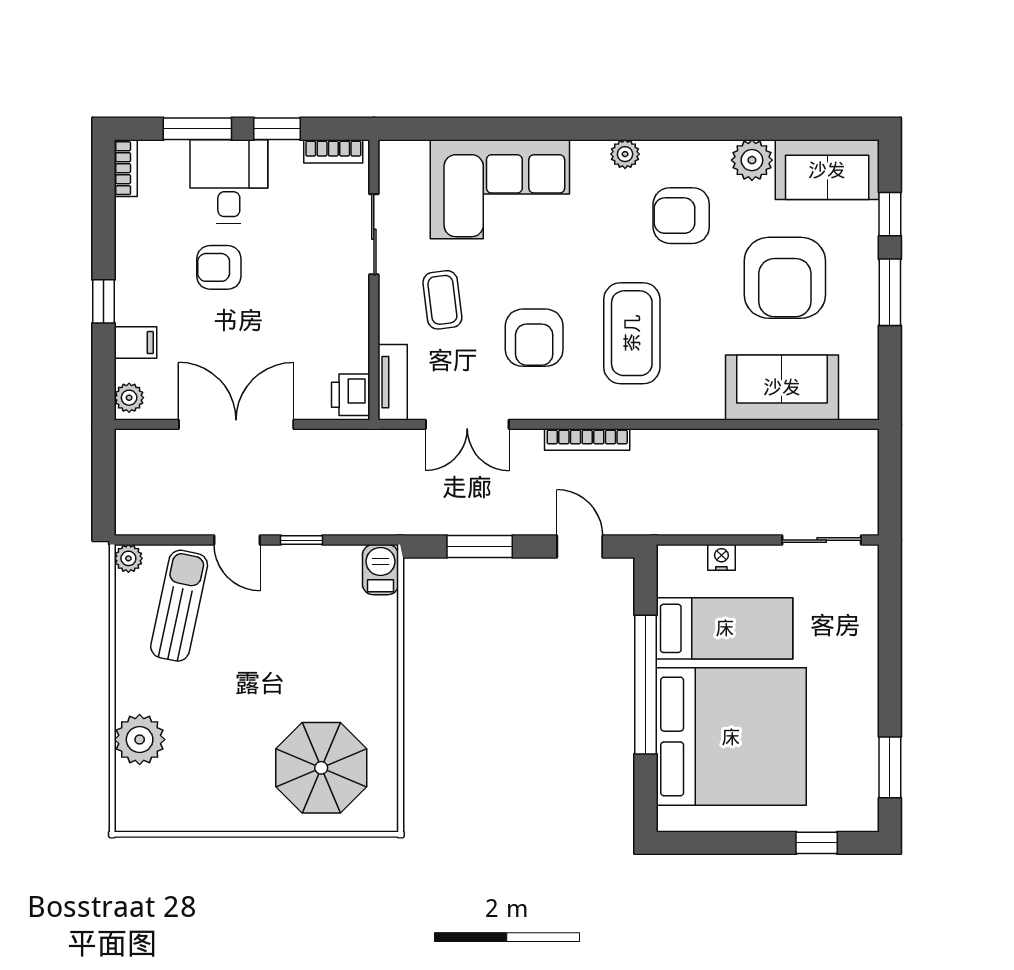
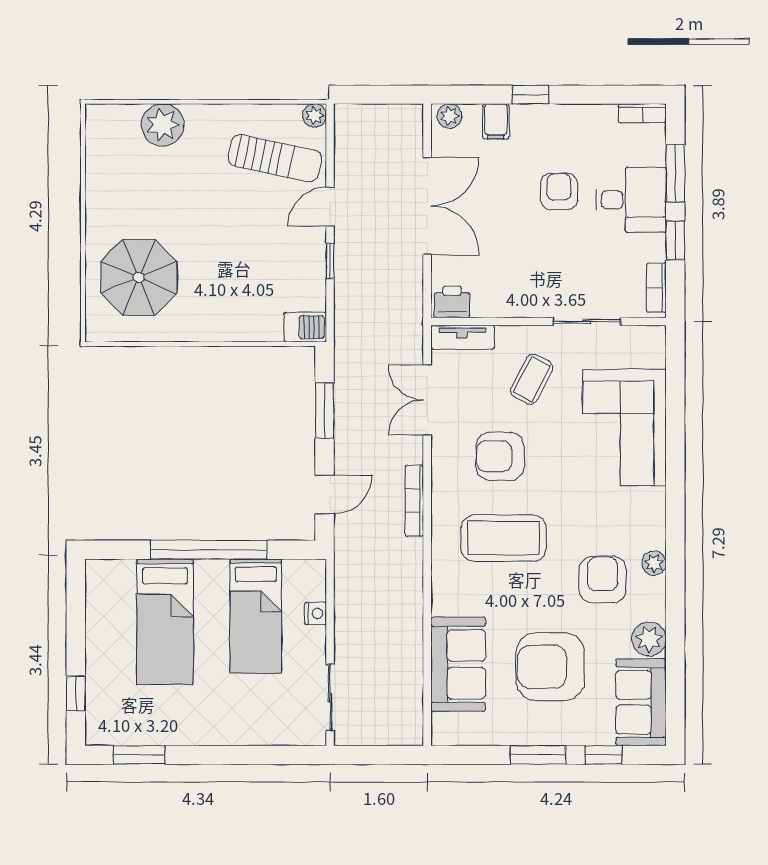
plant: (625, 154) -> (654, 563), moved
coffee table: (442, 300) -> (532, 379), turned -56
bed: (731, 737) -> (165, 622), width x0.49

